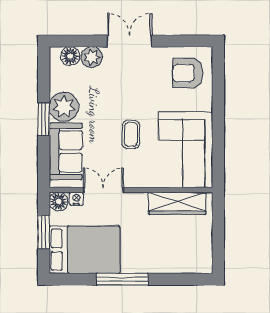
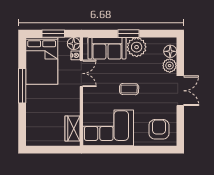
coffee table: (131, 134) -> (129, 89), moved
wardrobe: (177, 203) -> (73, 129), width x0.67

